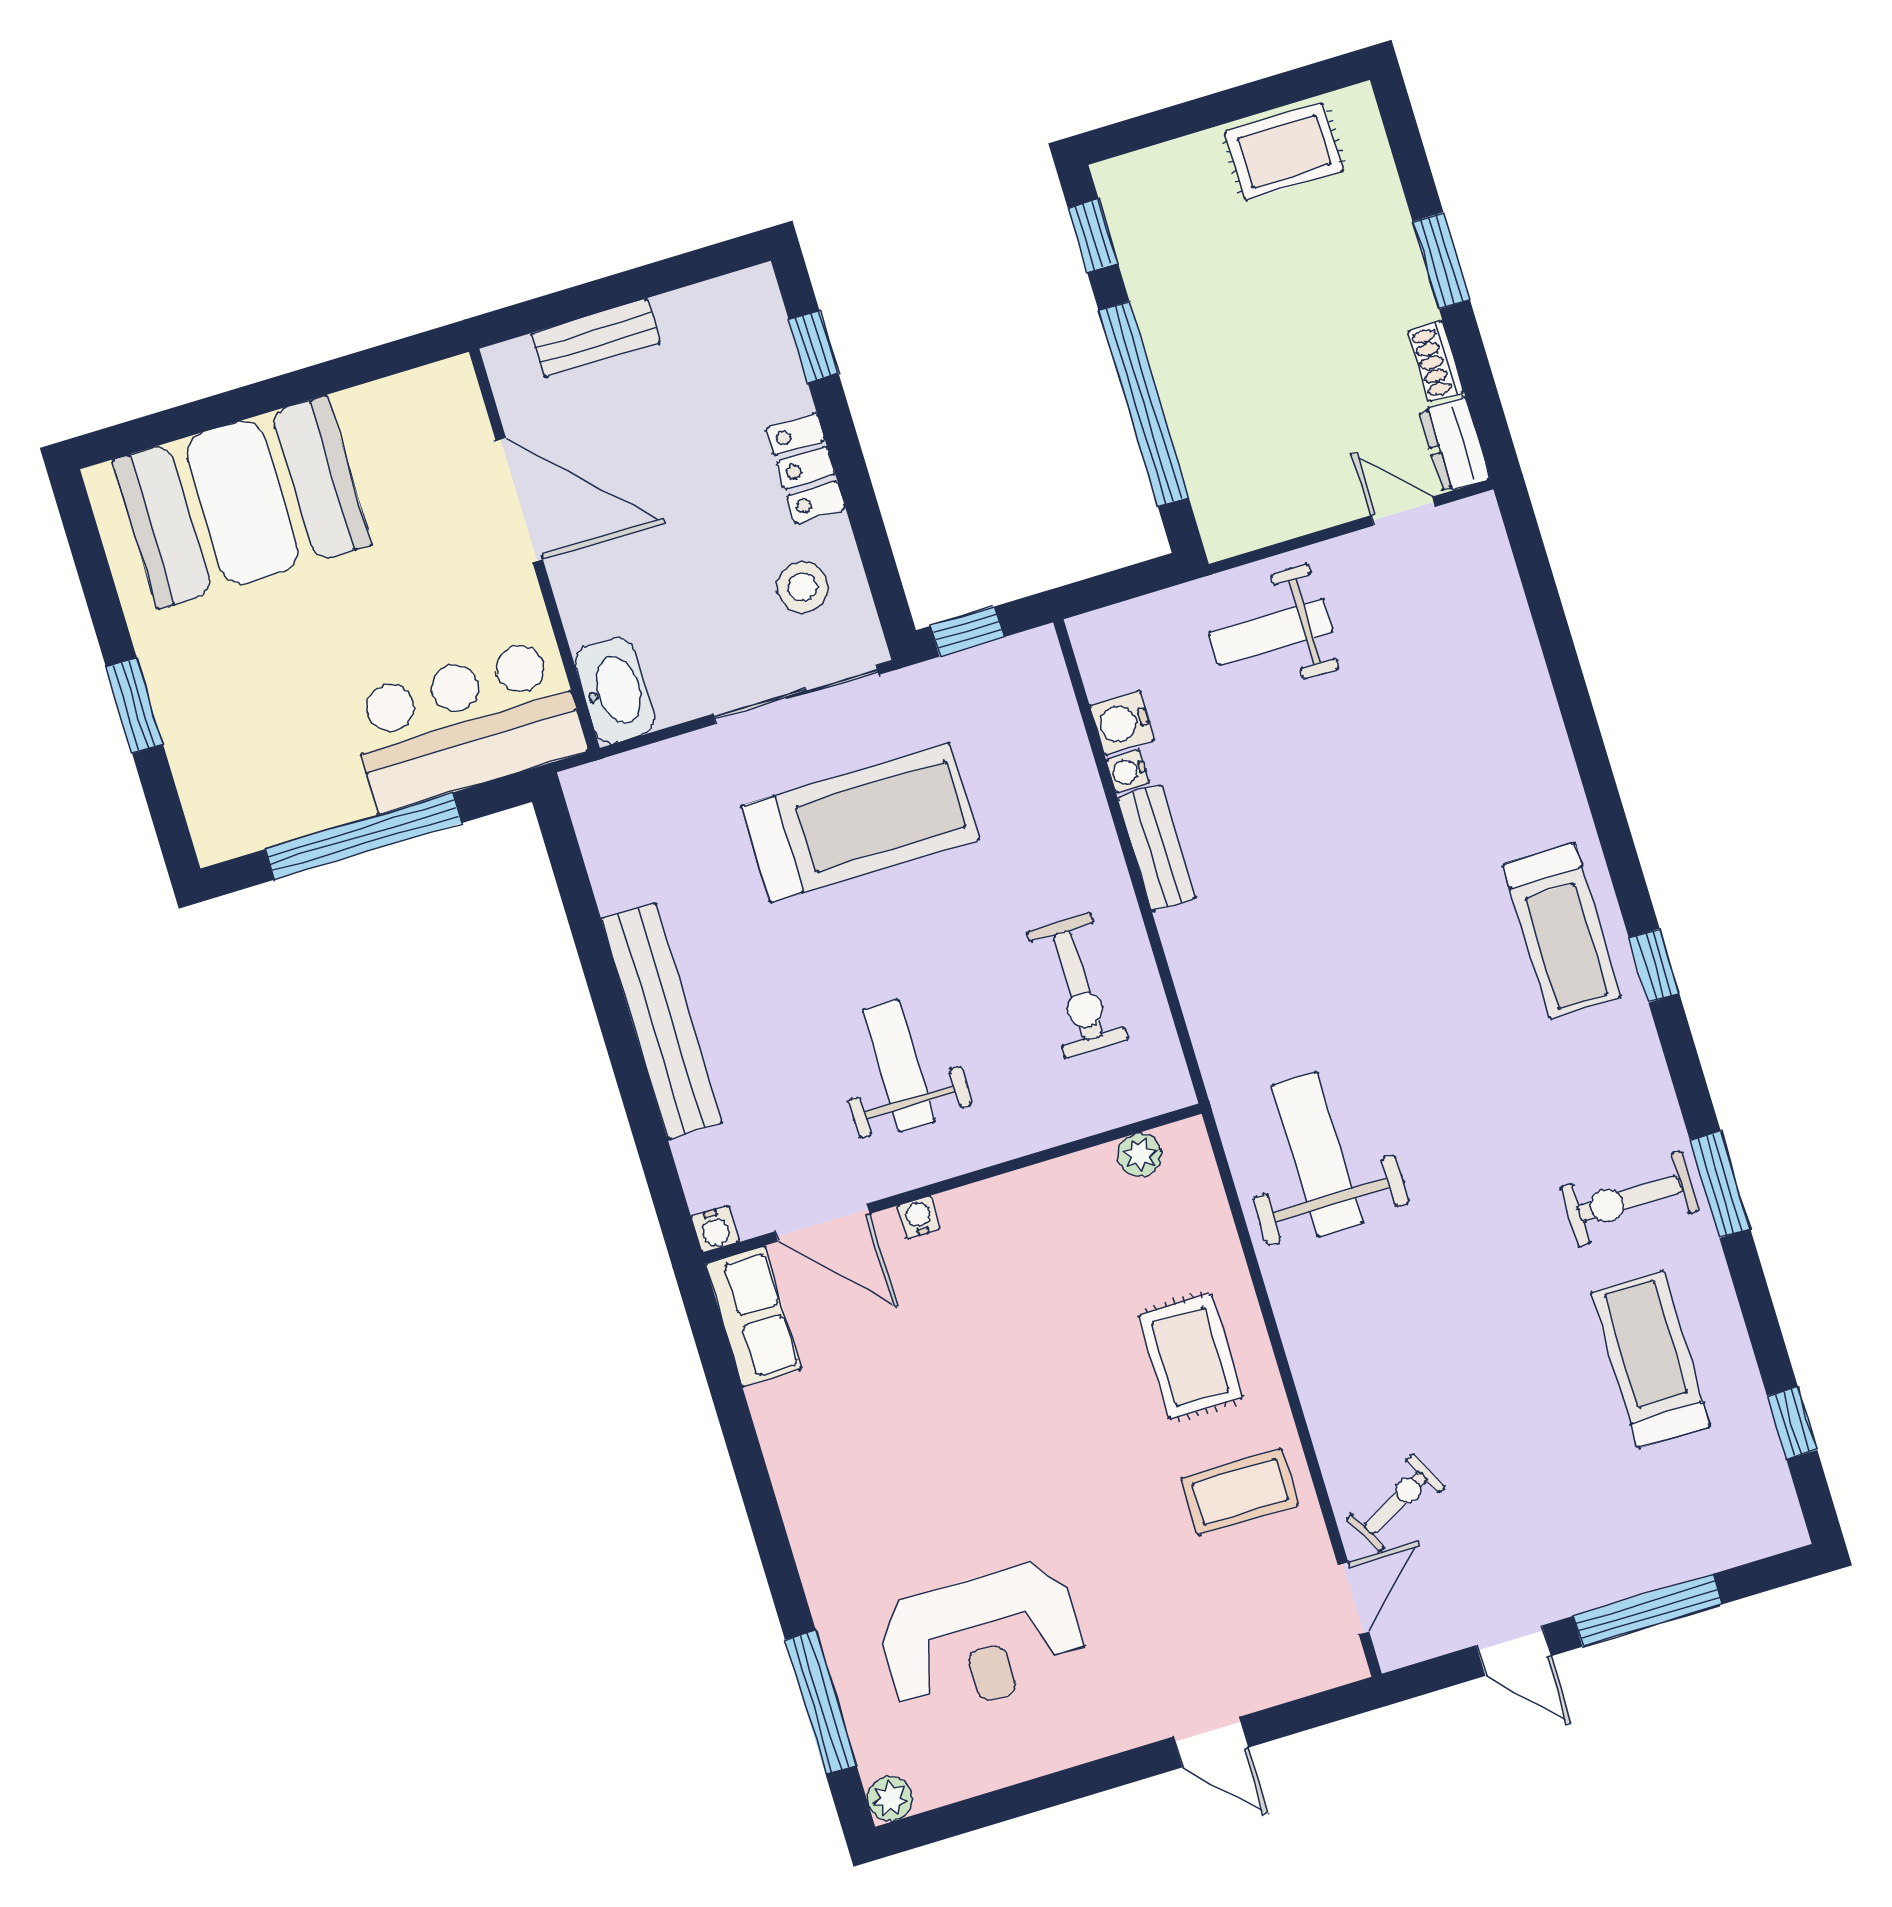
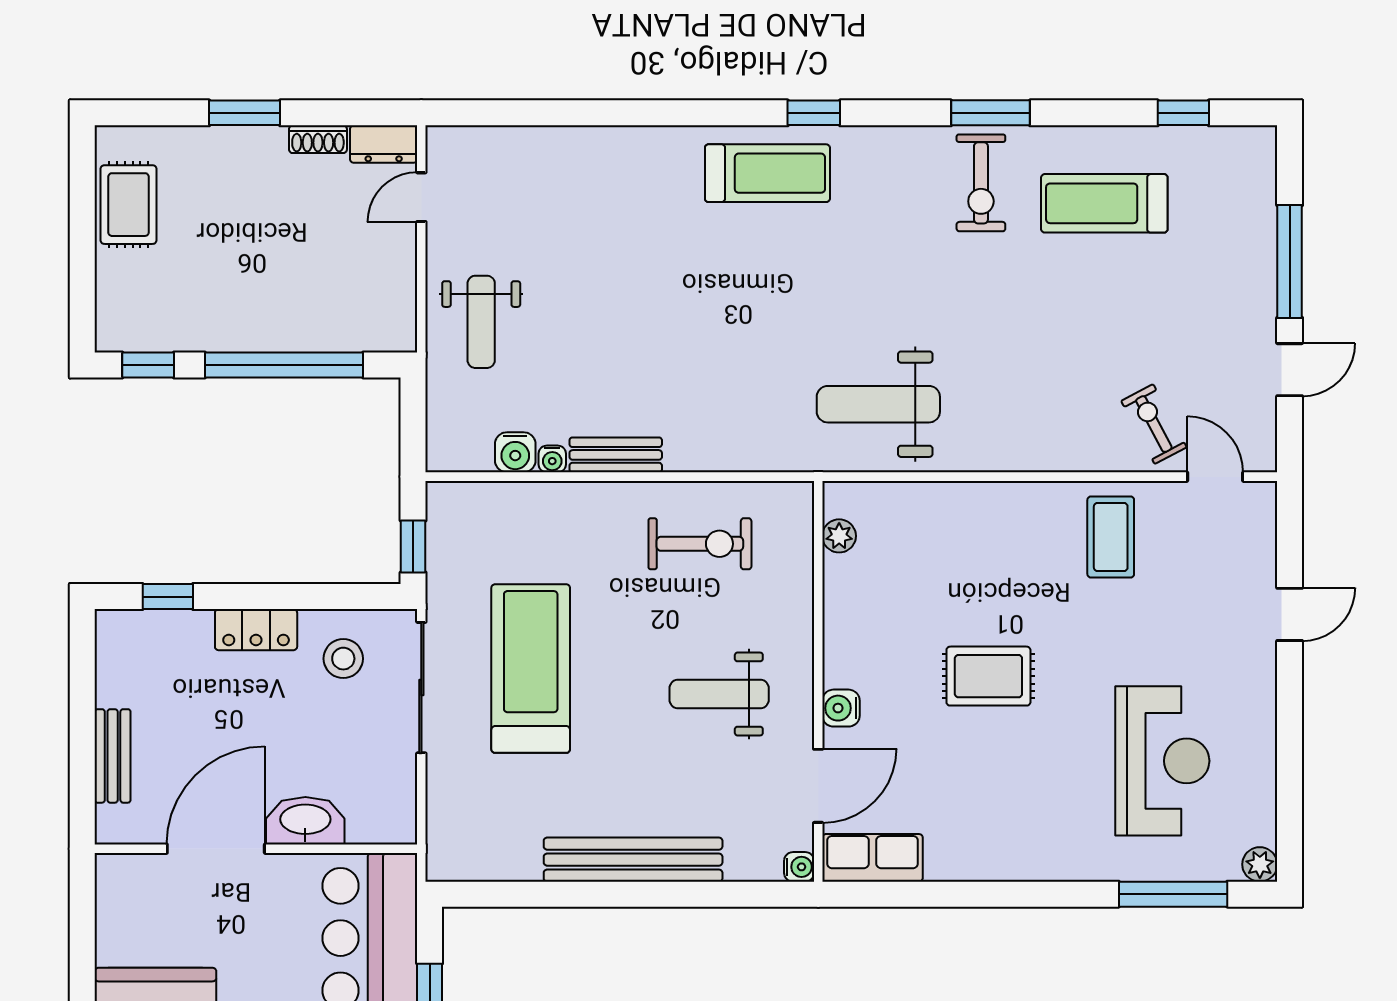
washbasin: (615, 691) -> (305, 821), moved
water cooler: (919, 1217) -> (841, 708), width x1.38, depth x1.38
rug: (1190, 1357) -> (988, 676), moved

